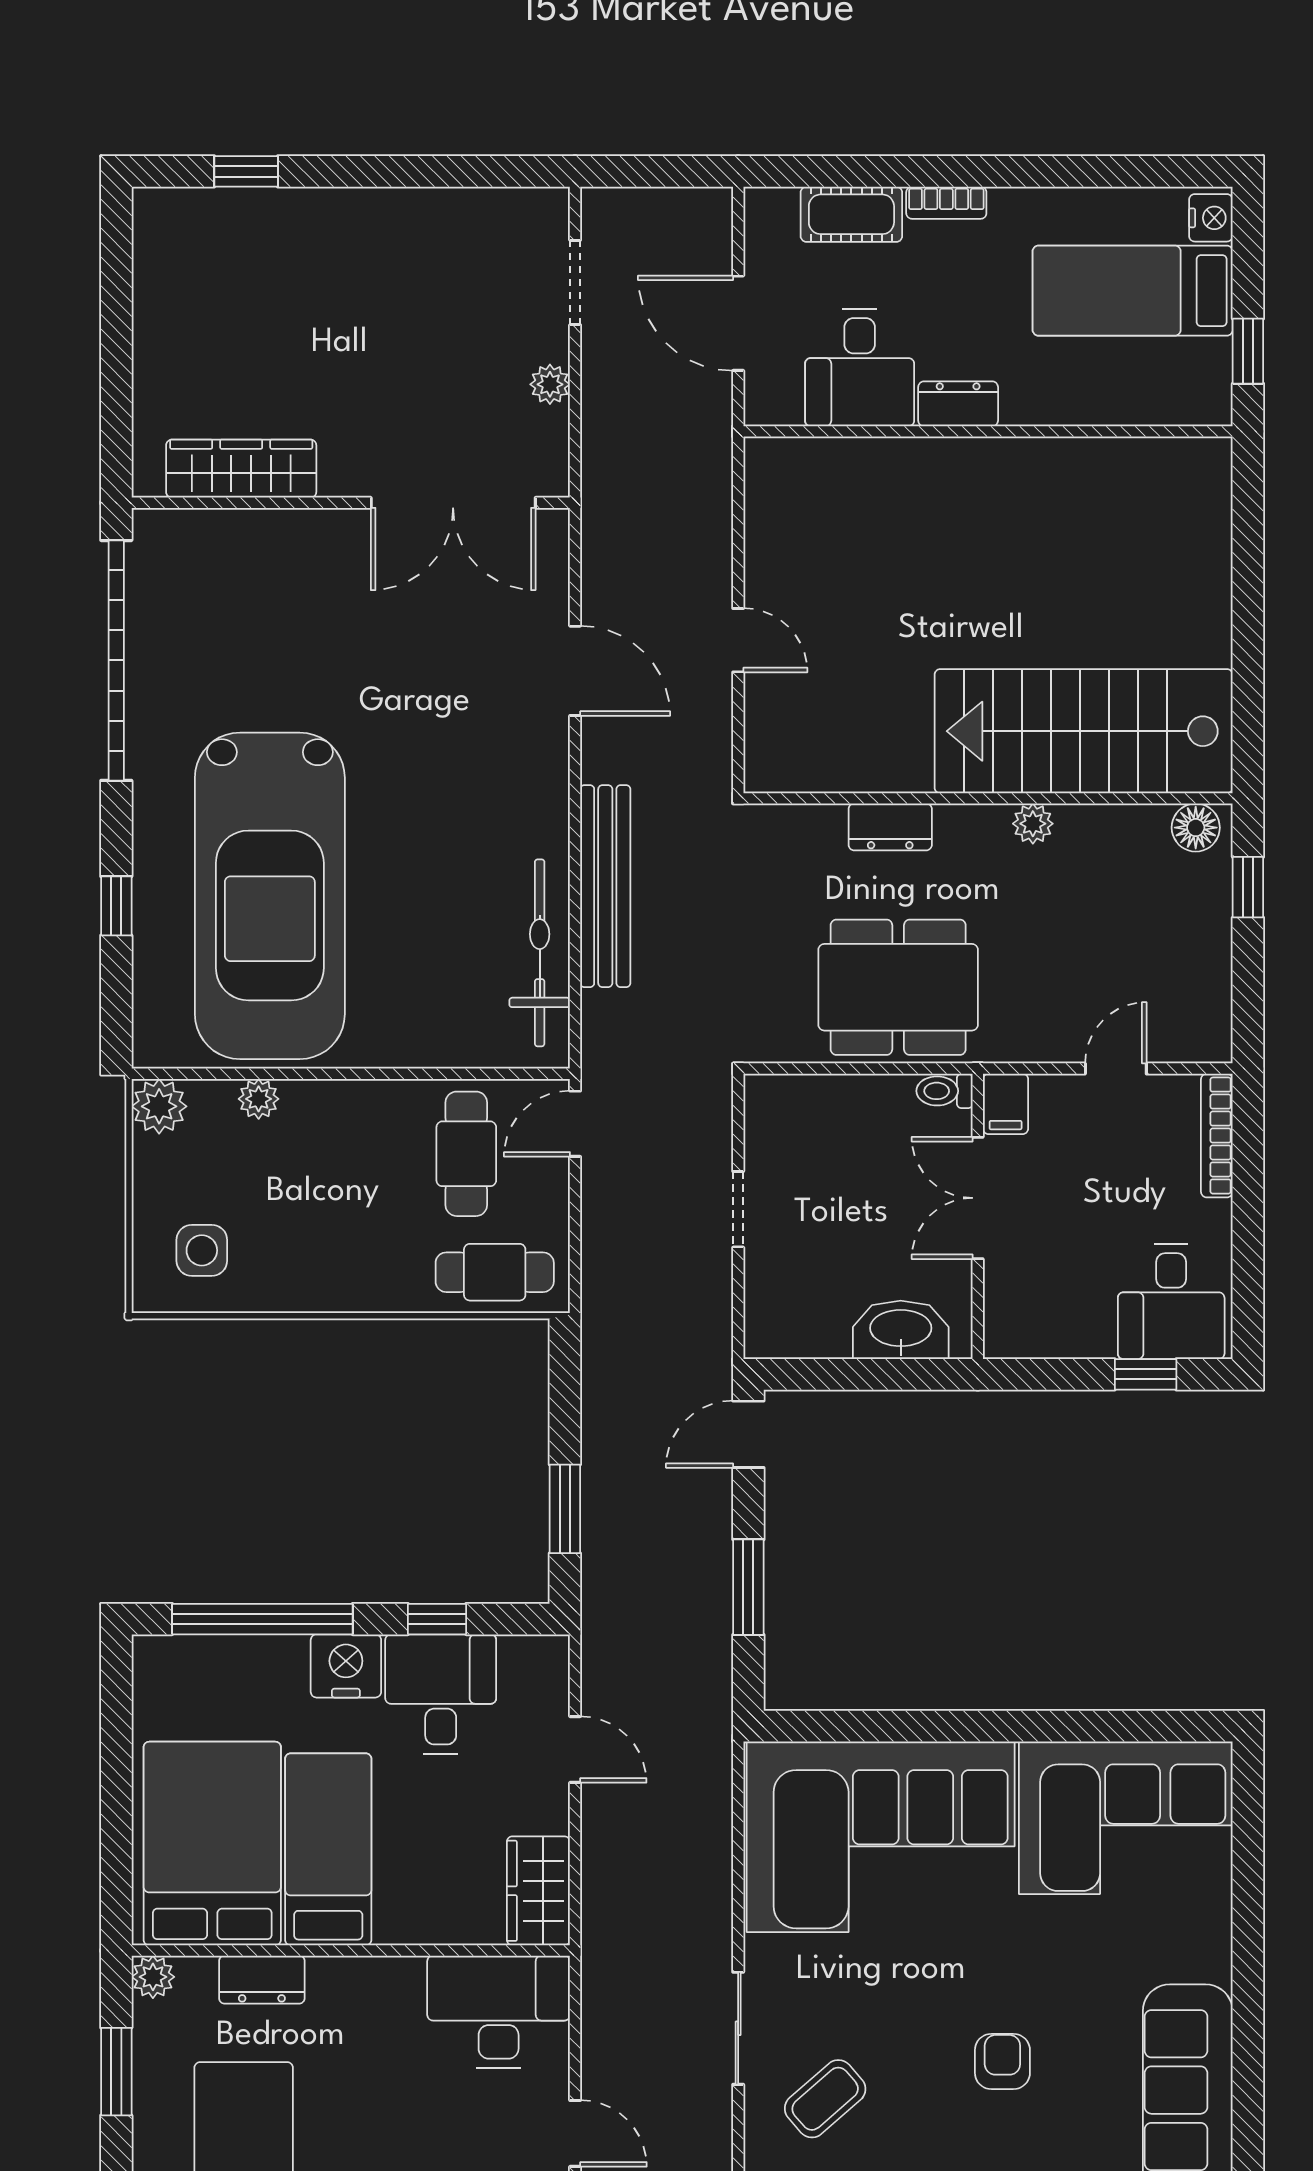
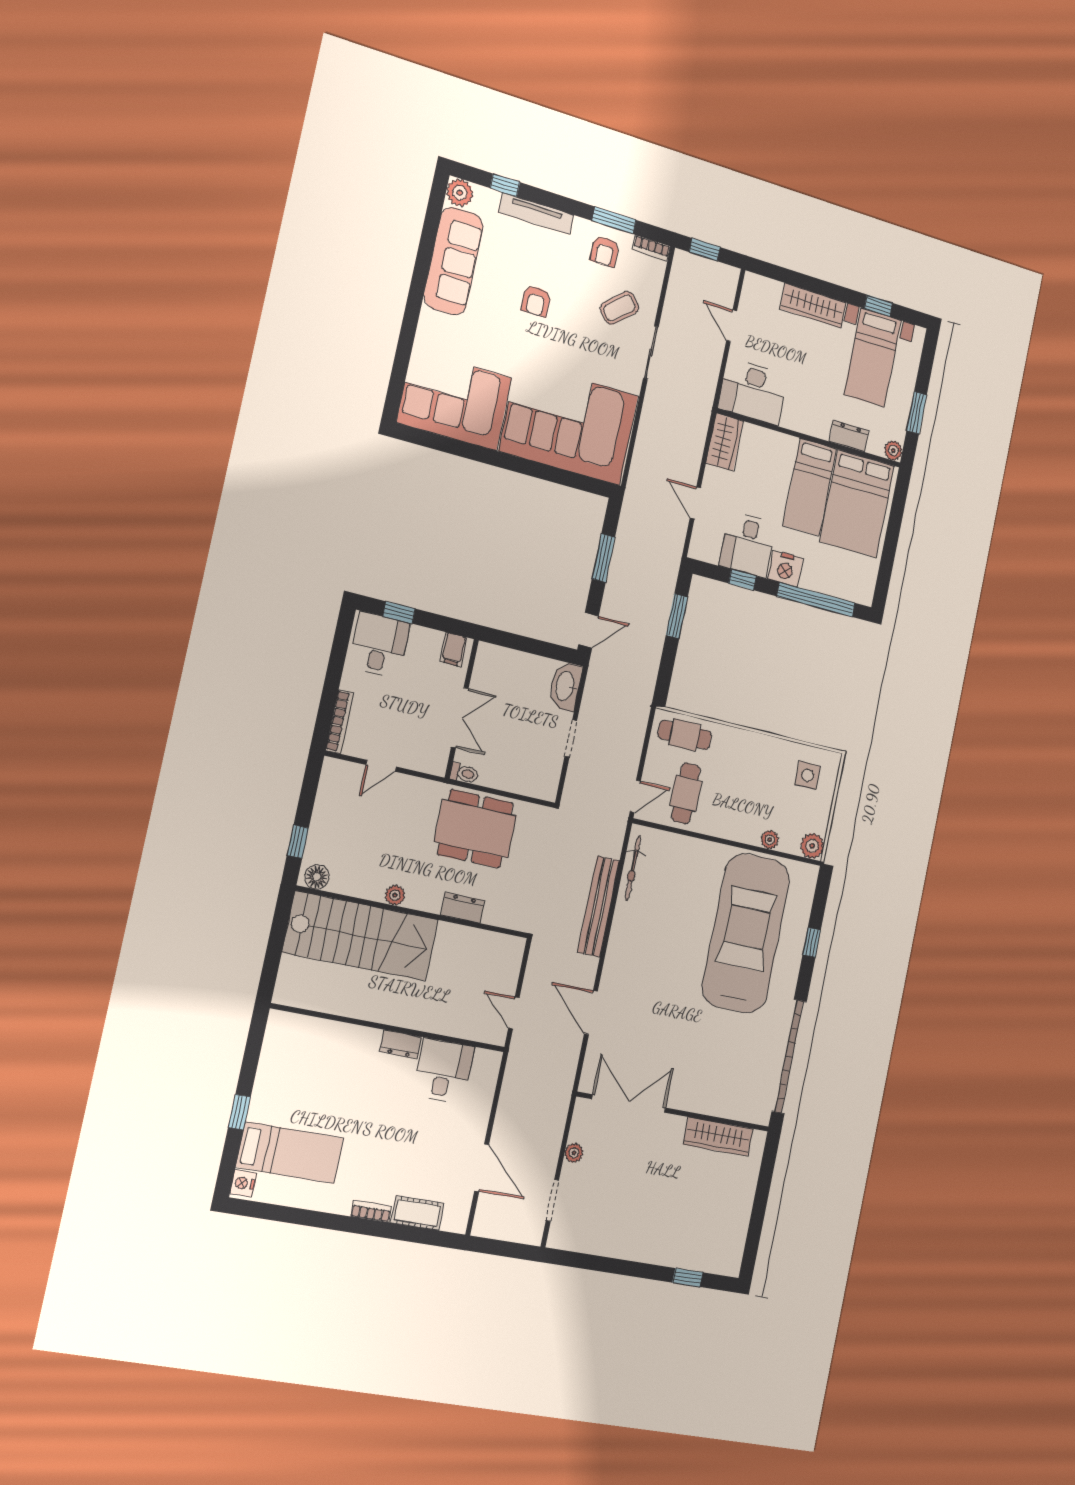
desk: (860, 367) -> (443, 1071), moved
dresser: (958, 404) -> (400, 1044), moved
wall: (988, 431) -> (389, 1028), moved
bicycle: (540, 953) -> (633, 868), width x0.73, depth x0.71
filing cabinet: (1006, 1104) -> (454, 649), moved, turned 180
washbasin: (901, 1330) -> (565, 686), moved, turned 90

